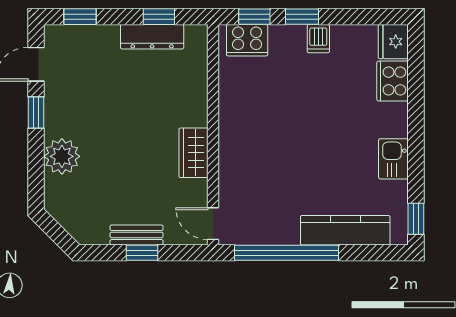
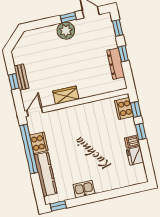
window: (159, 17) -> (123, 54), moved
fridge: (393, 42) -> (135, 156), moved, turned -90
cooker: (393, 81) -> (39, 143), moved, turned 90
plant: (62, 156) -> (66, 31), moved

